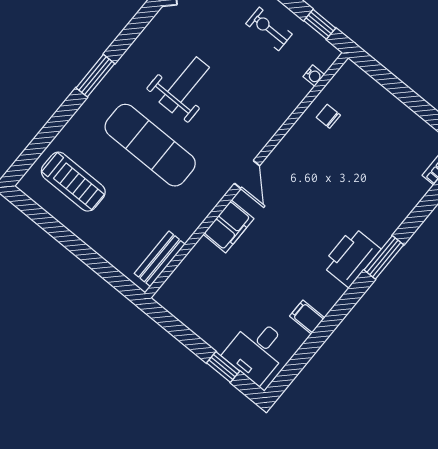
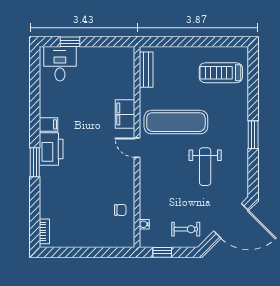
exercise mat: (150, 145) -> (176, 122), moved
filing cabinet: (307, 317) -> (49, 124), moved

